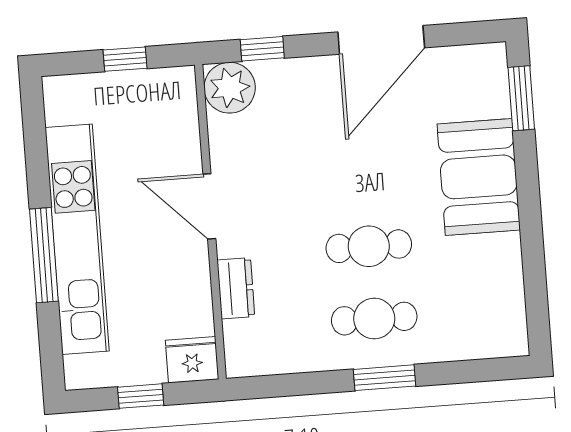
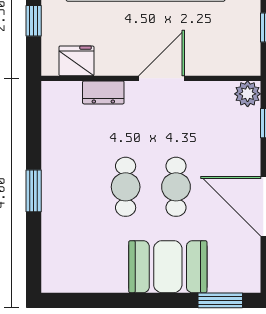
plant: (230, 88) -> (248, 94), width x0.73, depth x0.73
cafe table: (374, 319) -> (176, 187), moved
fridge: (192, 360) -> (76, 61), moved, turned -90

